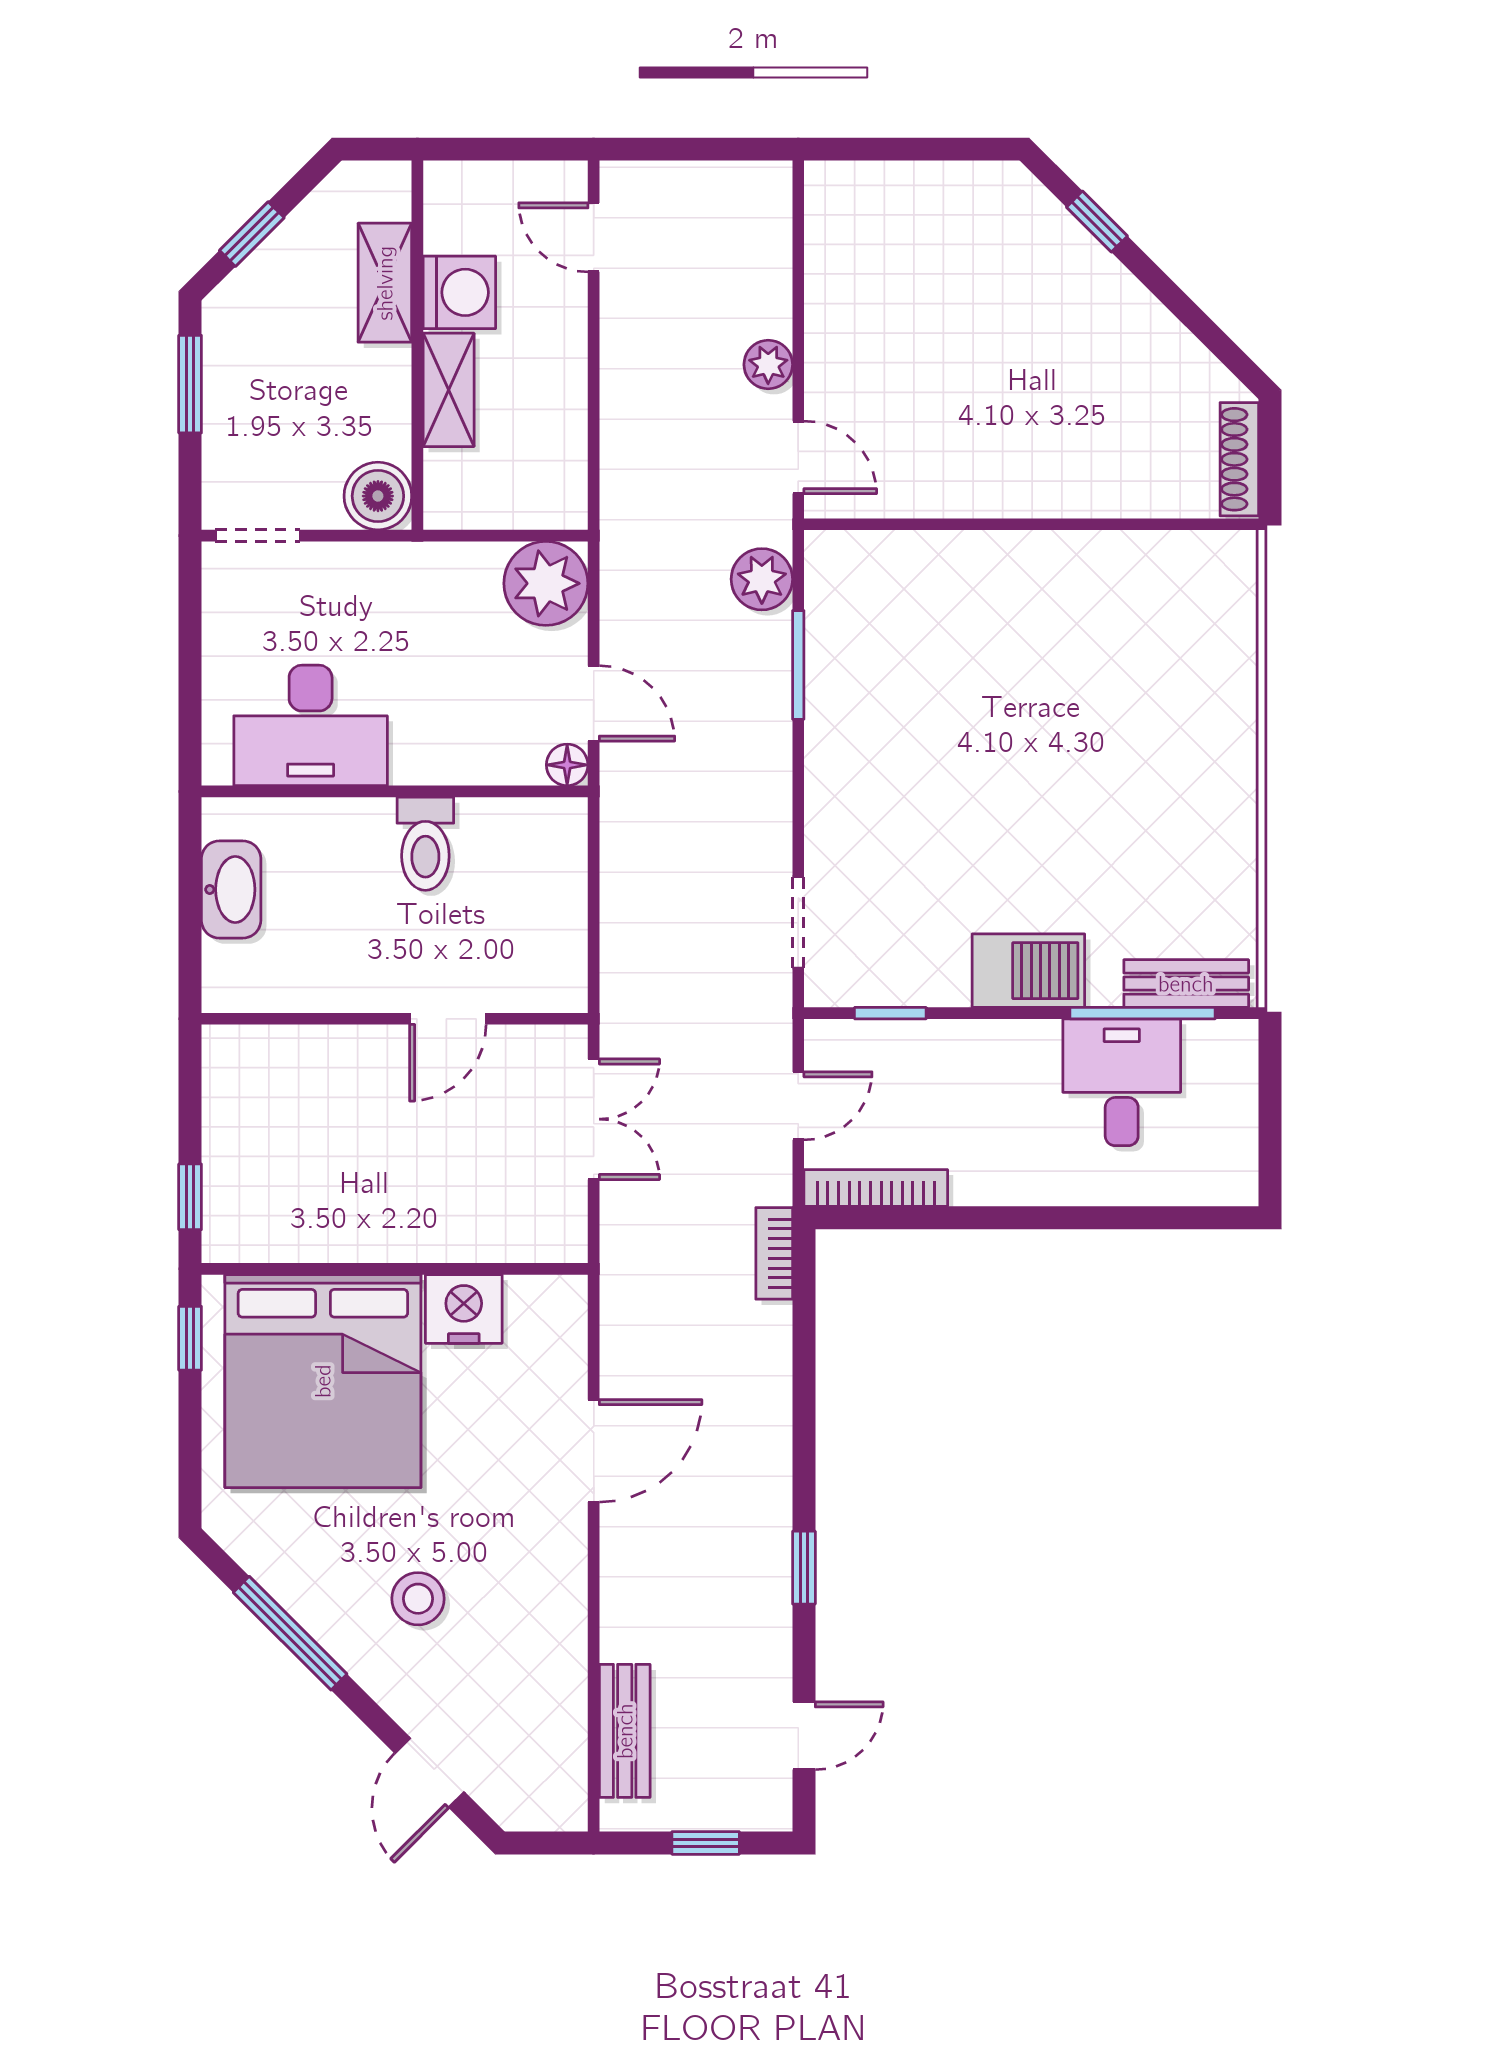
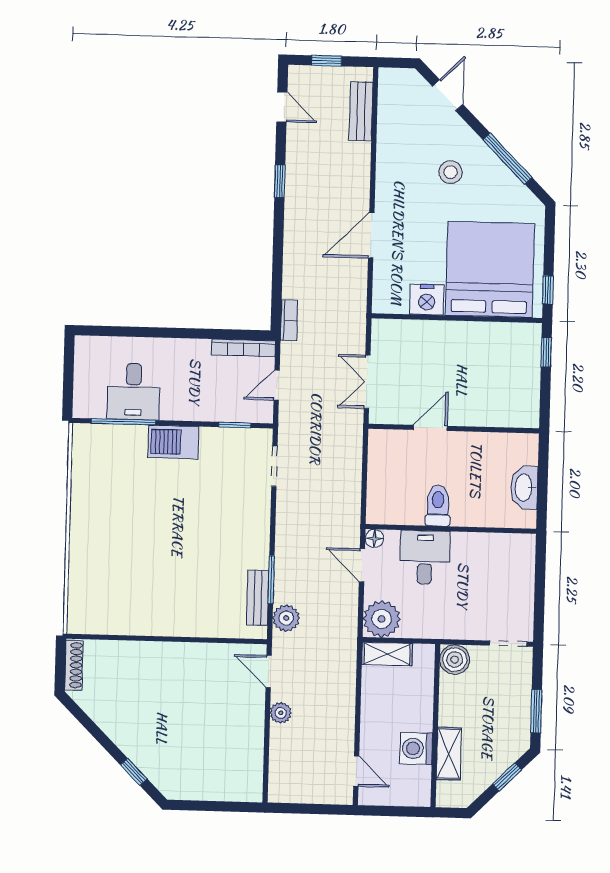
shelving: (449, 390) -> (387, 654), moved, turned 90
desk: (311, 725) -> (425, 557), moved, width x0.73
bench: (1186, 984) -> (258, 598), moved, turned 90
door: (804, 1736) -> (282, 107), swing flipped

